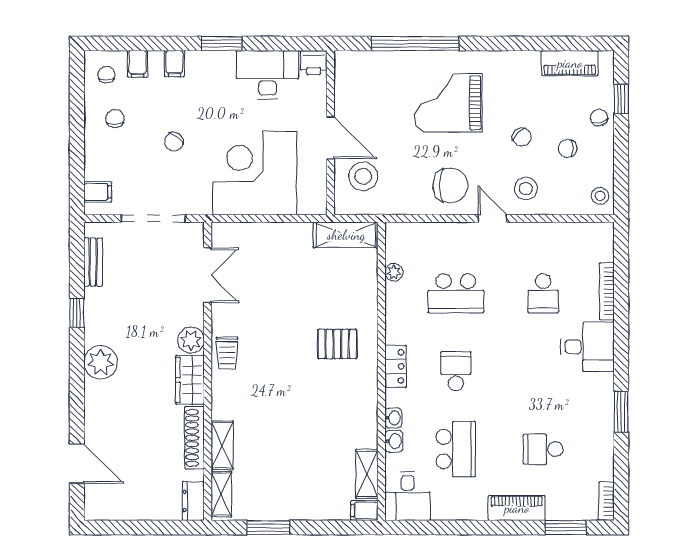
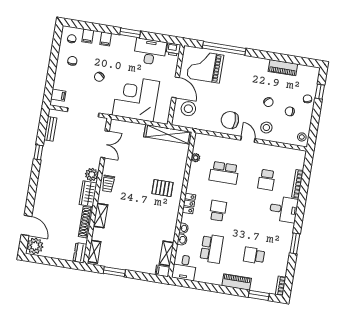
piano: (570, 63) -> (283, 68), moved
grand piano: (448, 103) -> (205, 67), moved
chair: (450, 185) -> (230, 120), turned 180
shelving: (346, 235) -> (168, 134), width x1.47
plant: (101, 362) -> (35, 246), moved
shelving: (222, 445) -> (101, 216), moved

